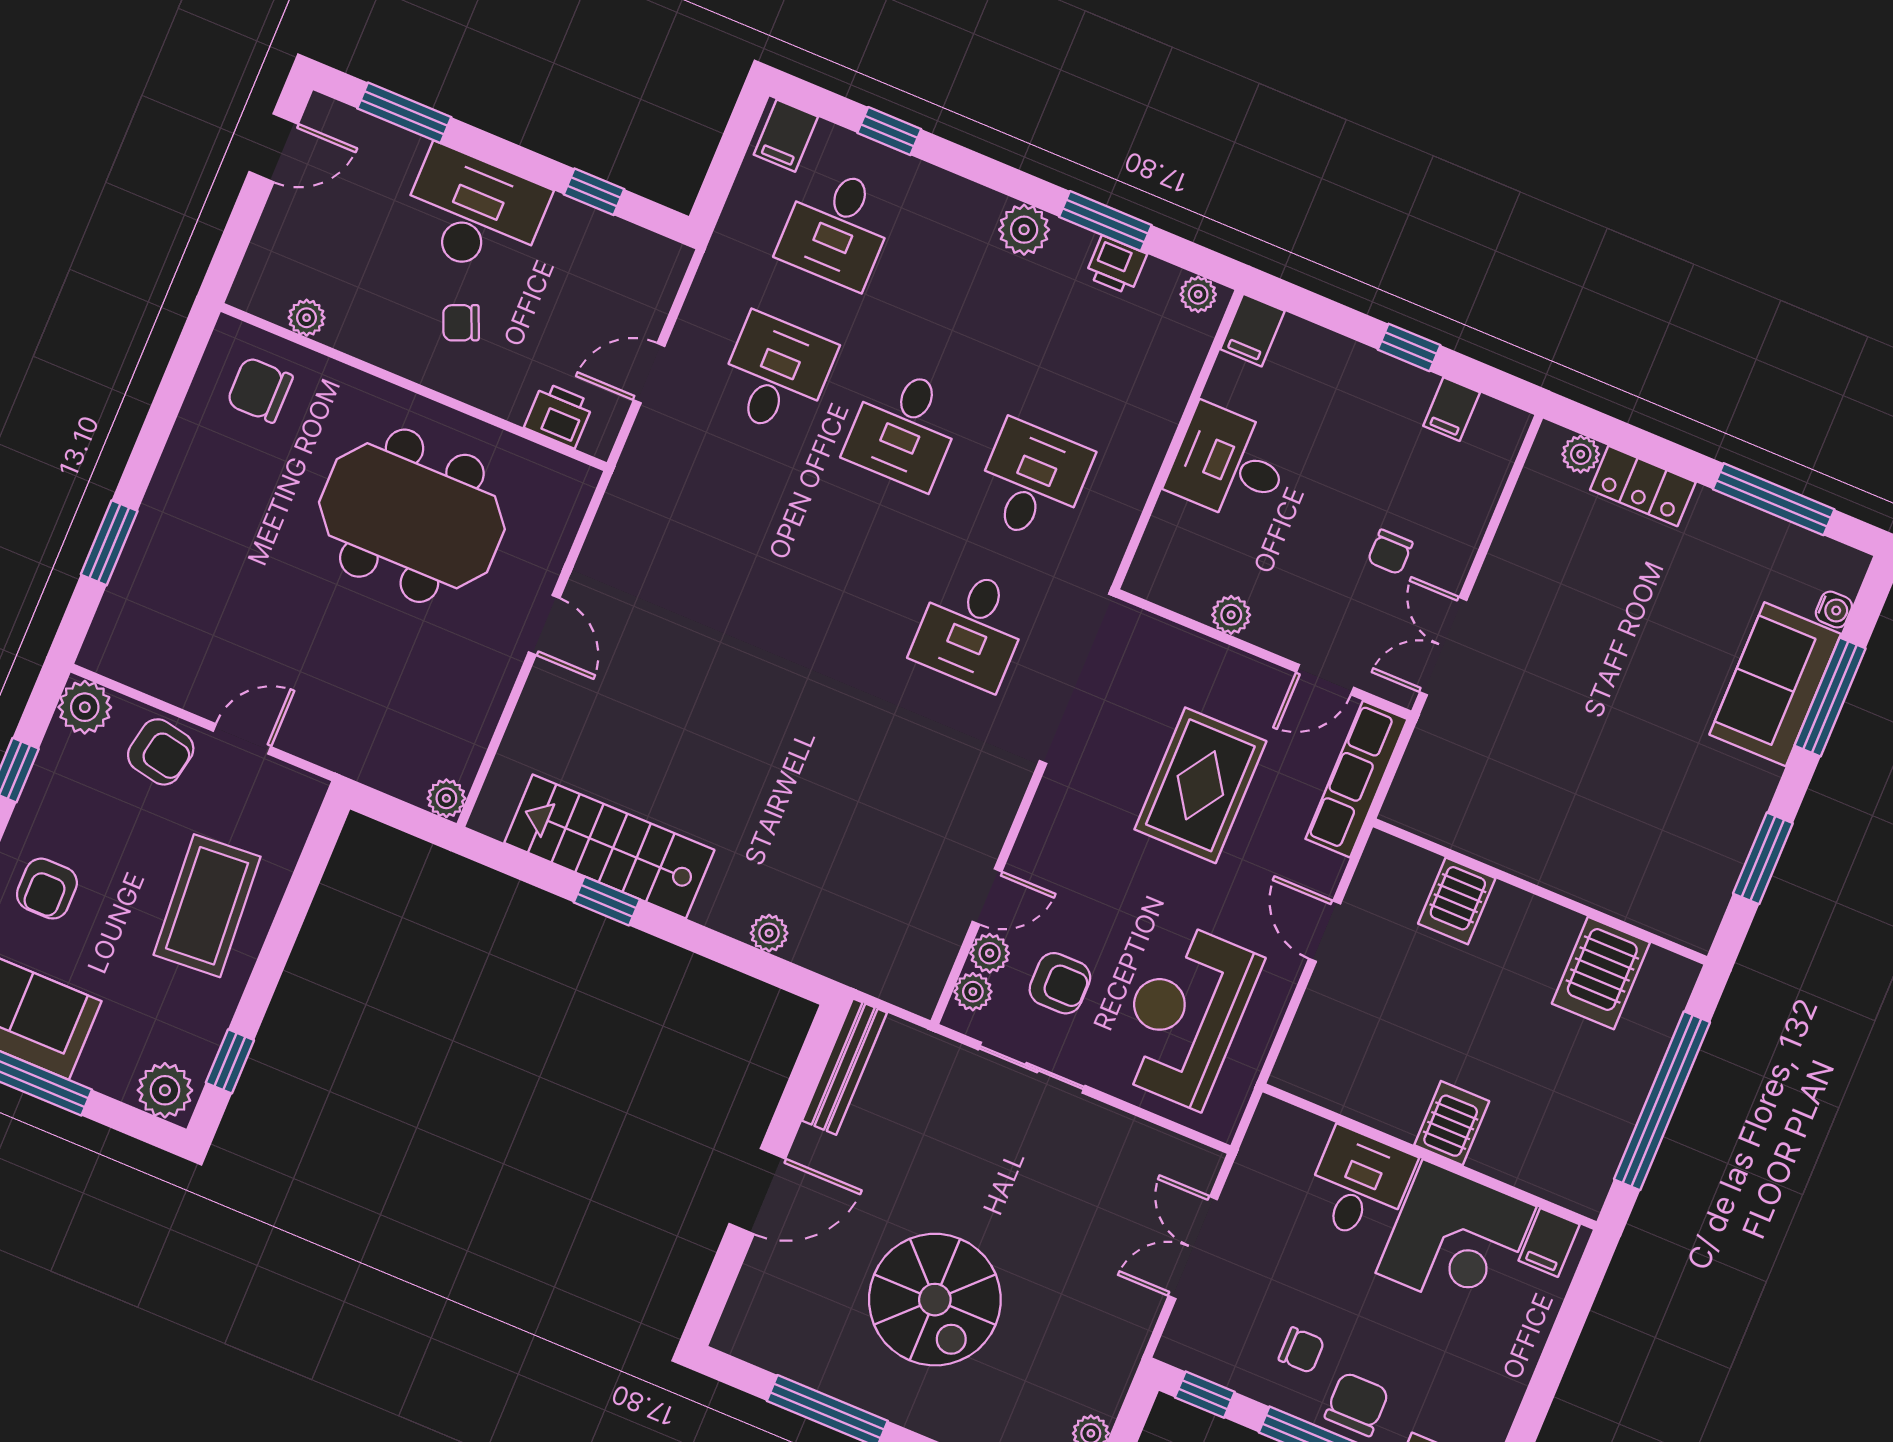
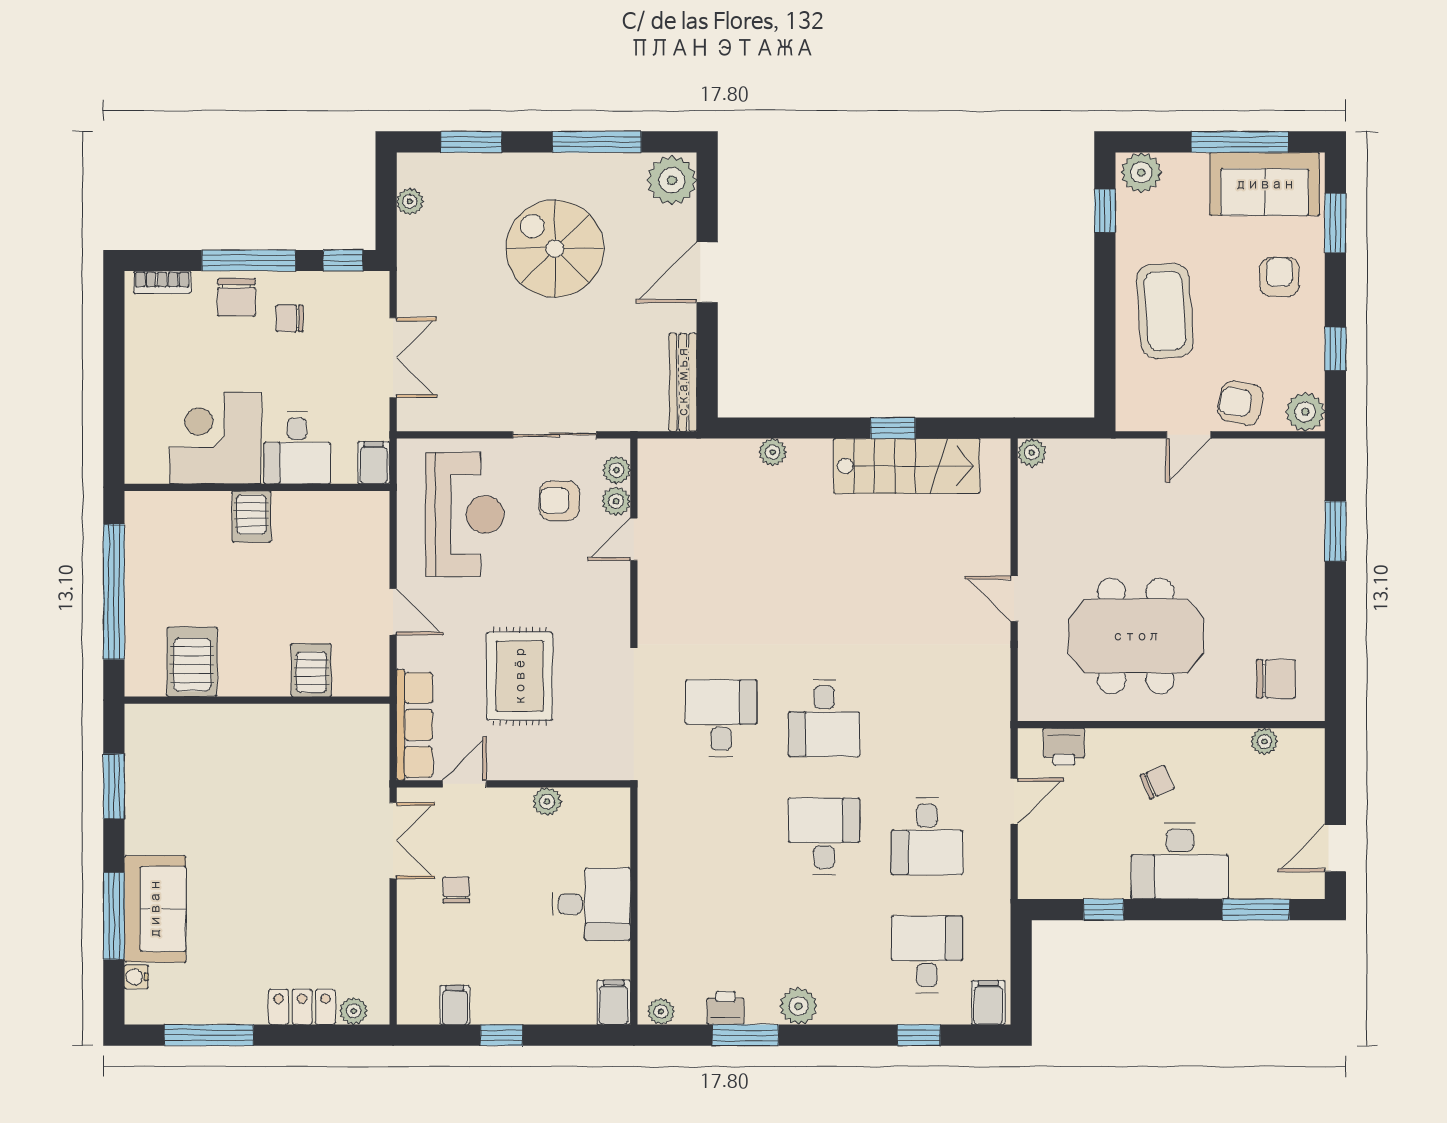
desk: (1032, 481) -> (824, 718), moved
filing cabinet: (1549, 1242) -> (374, 463), moved
plant: (754, 1324) -> (672, 180), added

